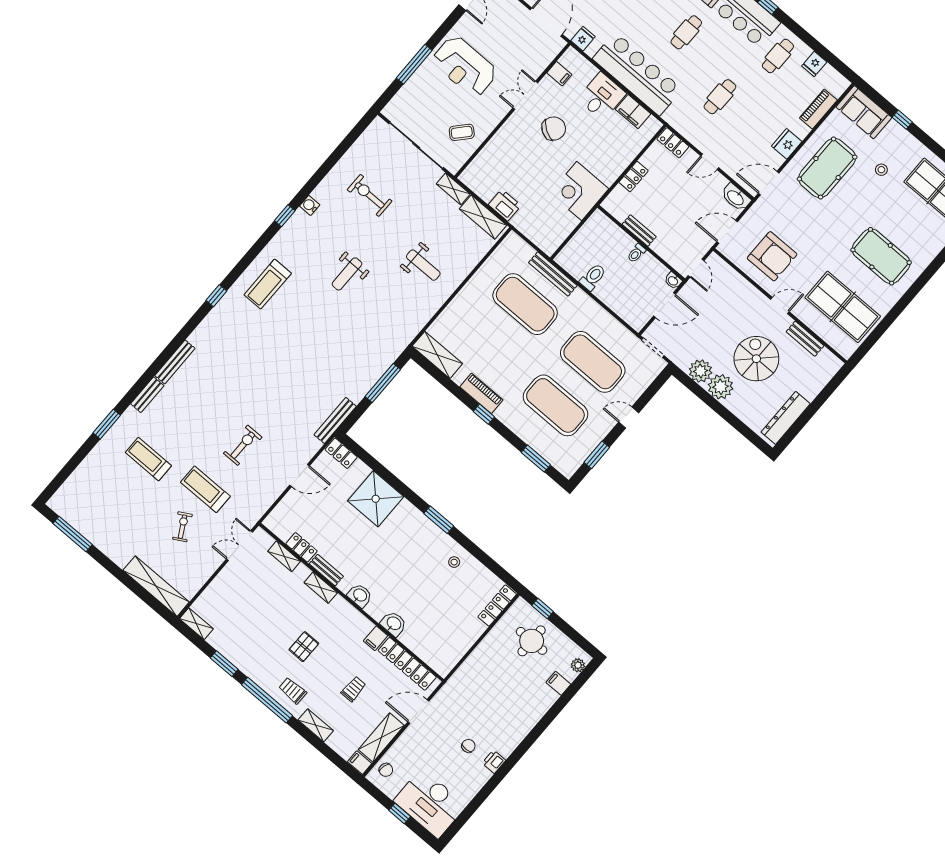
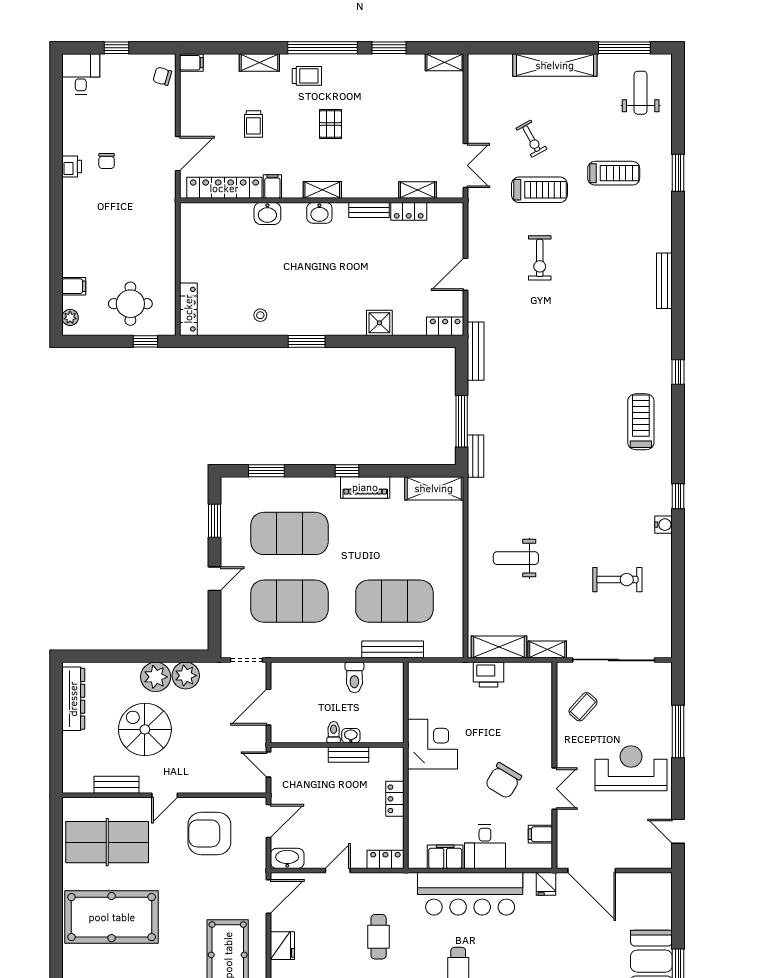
pool table: (881, 256) -> (112, 917), width x1.36, depth x1.32
weight bench: (347, 274) -> (641, 93), moved
washbasin: (673, 281) -> (351, 736), moved
spiral stairs: (756, 359) -> (145, 729), turned 180
bench: (147, 395) -> (476, 456), moved
shower: (376, 499) -> (379, 323), width x0.54, depth x0.54
shelving: (156, 586) -> (555, 65), moved
shelving: (321, 588) -> (322, 190), moved
shelving: (381, 738) -> (191, 102), removed
desk: (430, 803) -> (81, 74), width x0.53, depth x0.77

